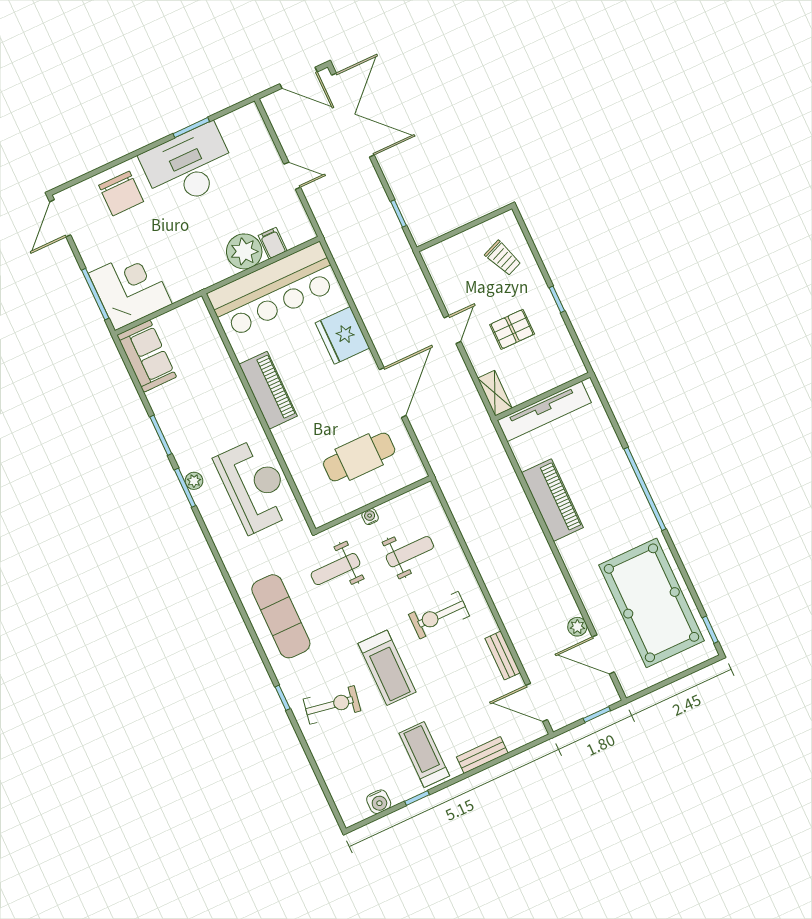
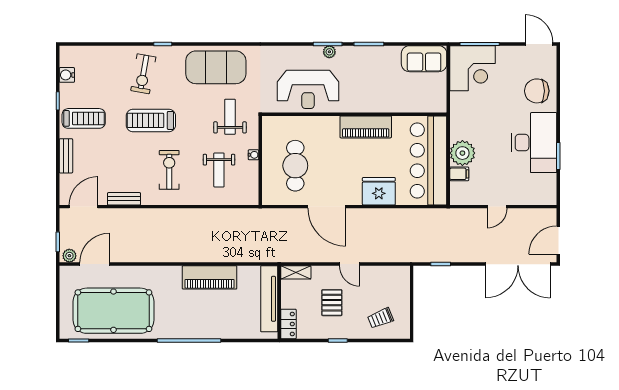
locker: (565, 372) -> (288, 324), added
exercise mat: (281, 616) -> (216, 67), width x1.47
plant: (577, 627) -> (69, 256), moved

